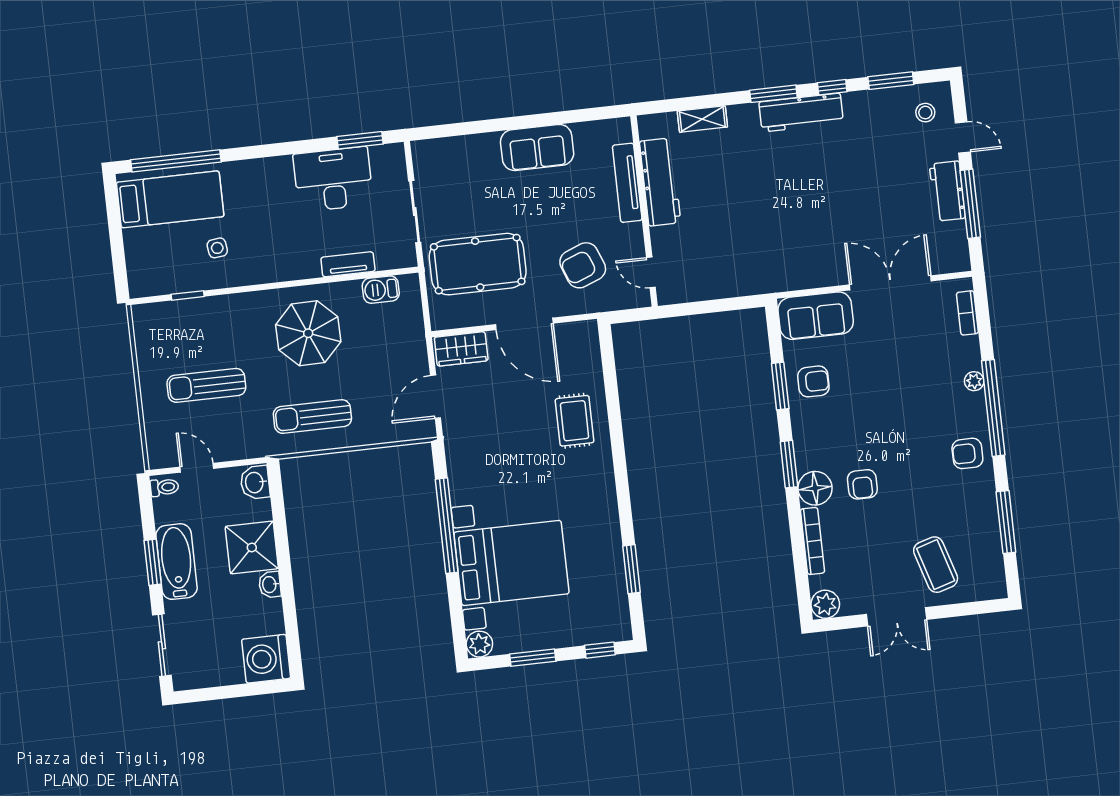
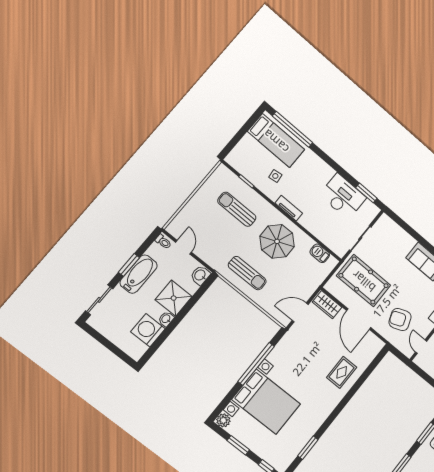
tv unit: (348, 264) -> (289, 208), moved
sun lounger: (206, 385) -> (237, 209), moved
sun lounger: (312, 417) -> (247, 273), turned 180
washing machine: (266, 659) -> (148, 330), moved

